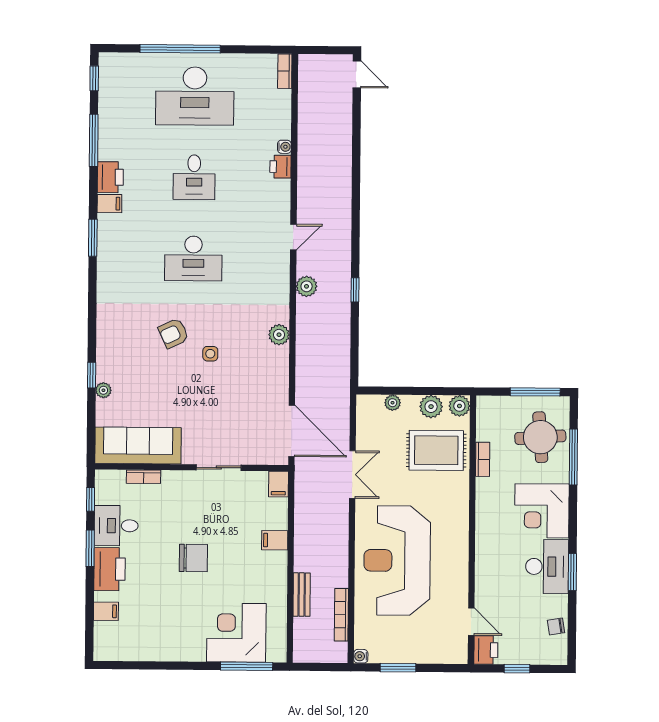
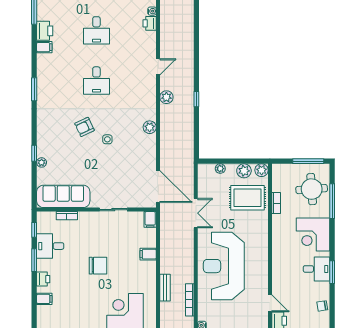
window: (93, 238) -> (34, 89), moved
desk: (193, 258) -> (96, 81), width x0.73
desk: (547, 567) -> (317, 269), width x0.73
printer: (110, 569) -> (43, 279), width x0.53, depth x0.68

